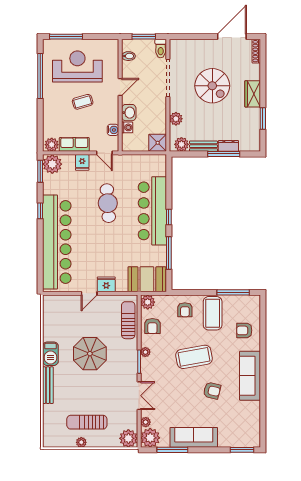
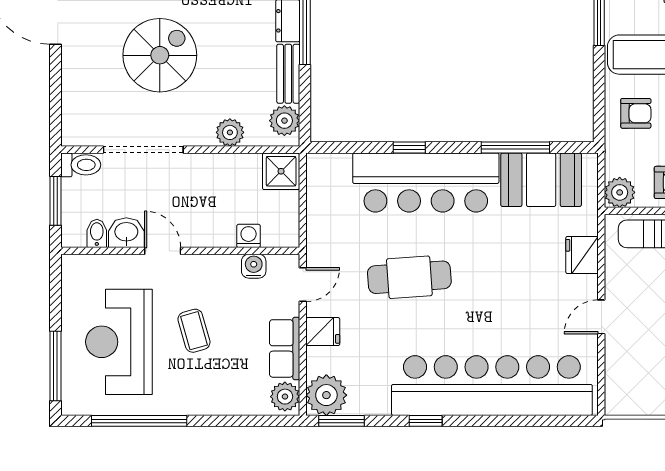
washbasin: (129, 113) -> (126, 233), moved
window: (169, 217) -> (409, 147), moved
booth: (147, 279) -> (541, 180), moved, turned 90
fridge: (106, 284) -> (582, 255), moved
door: (89, 293) -> (601, 317), swing flipped

